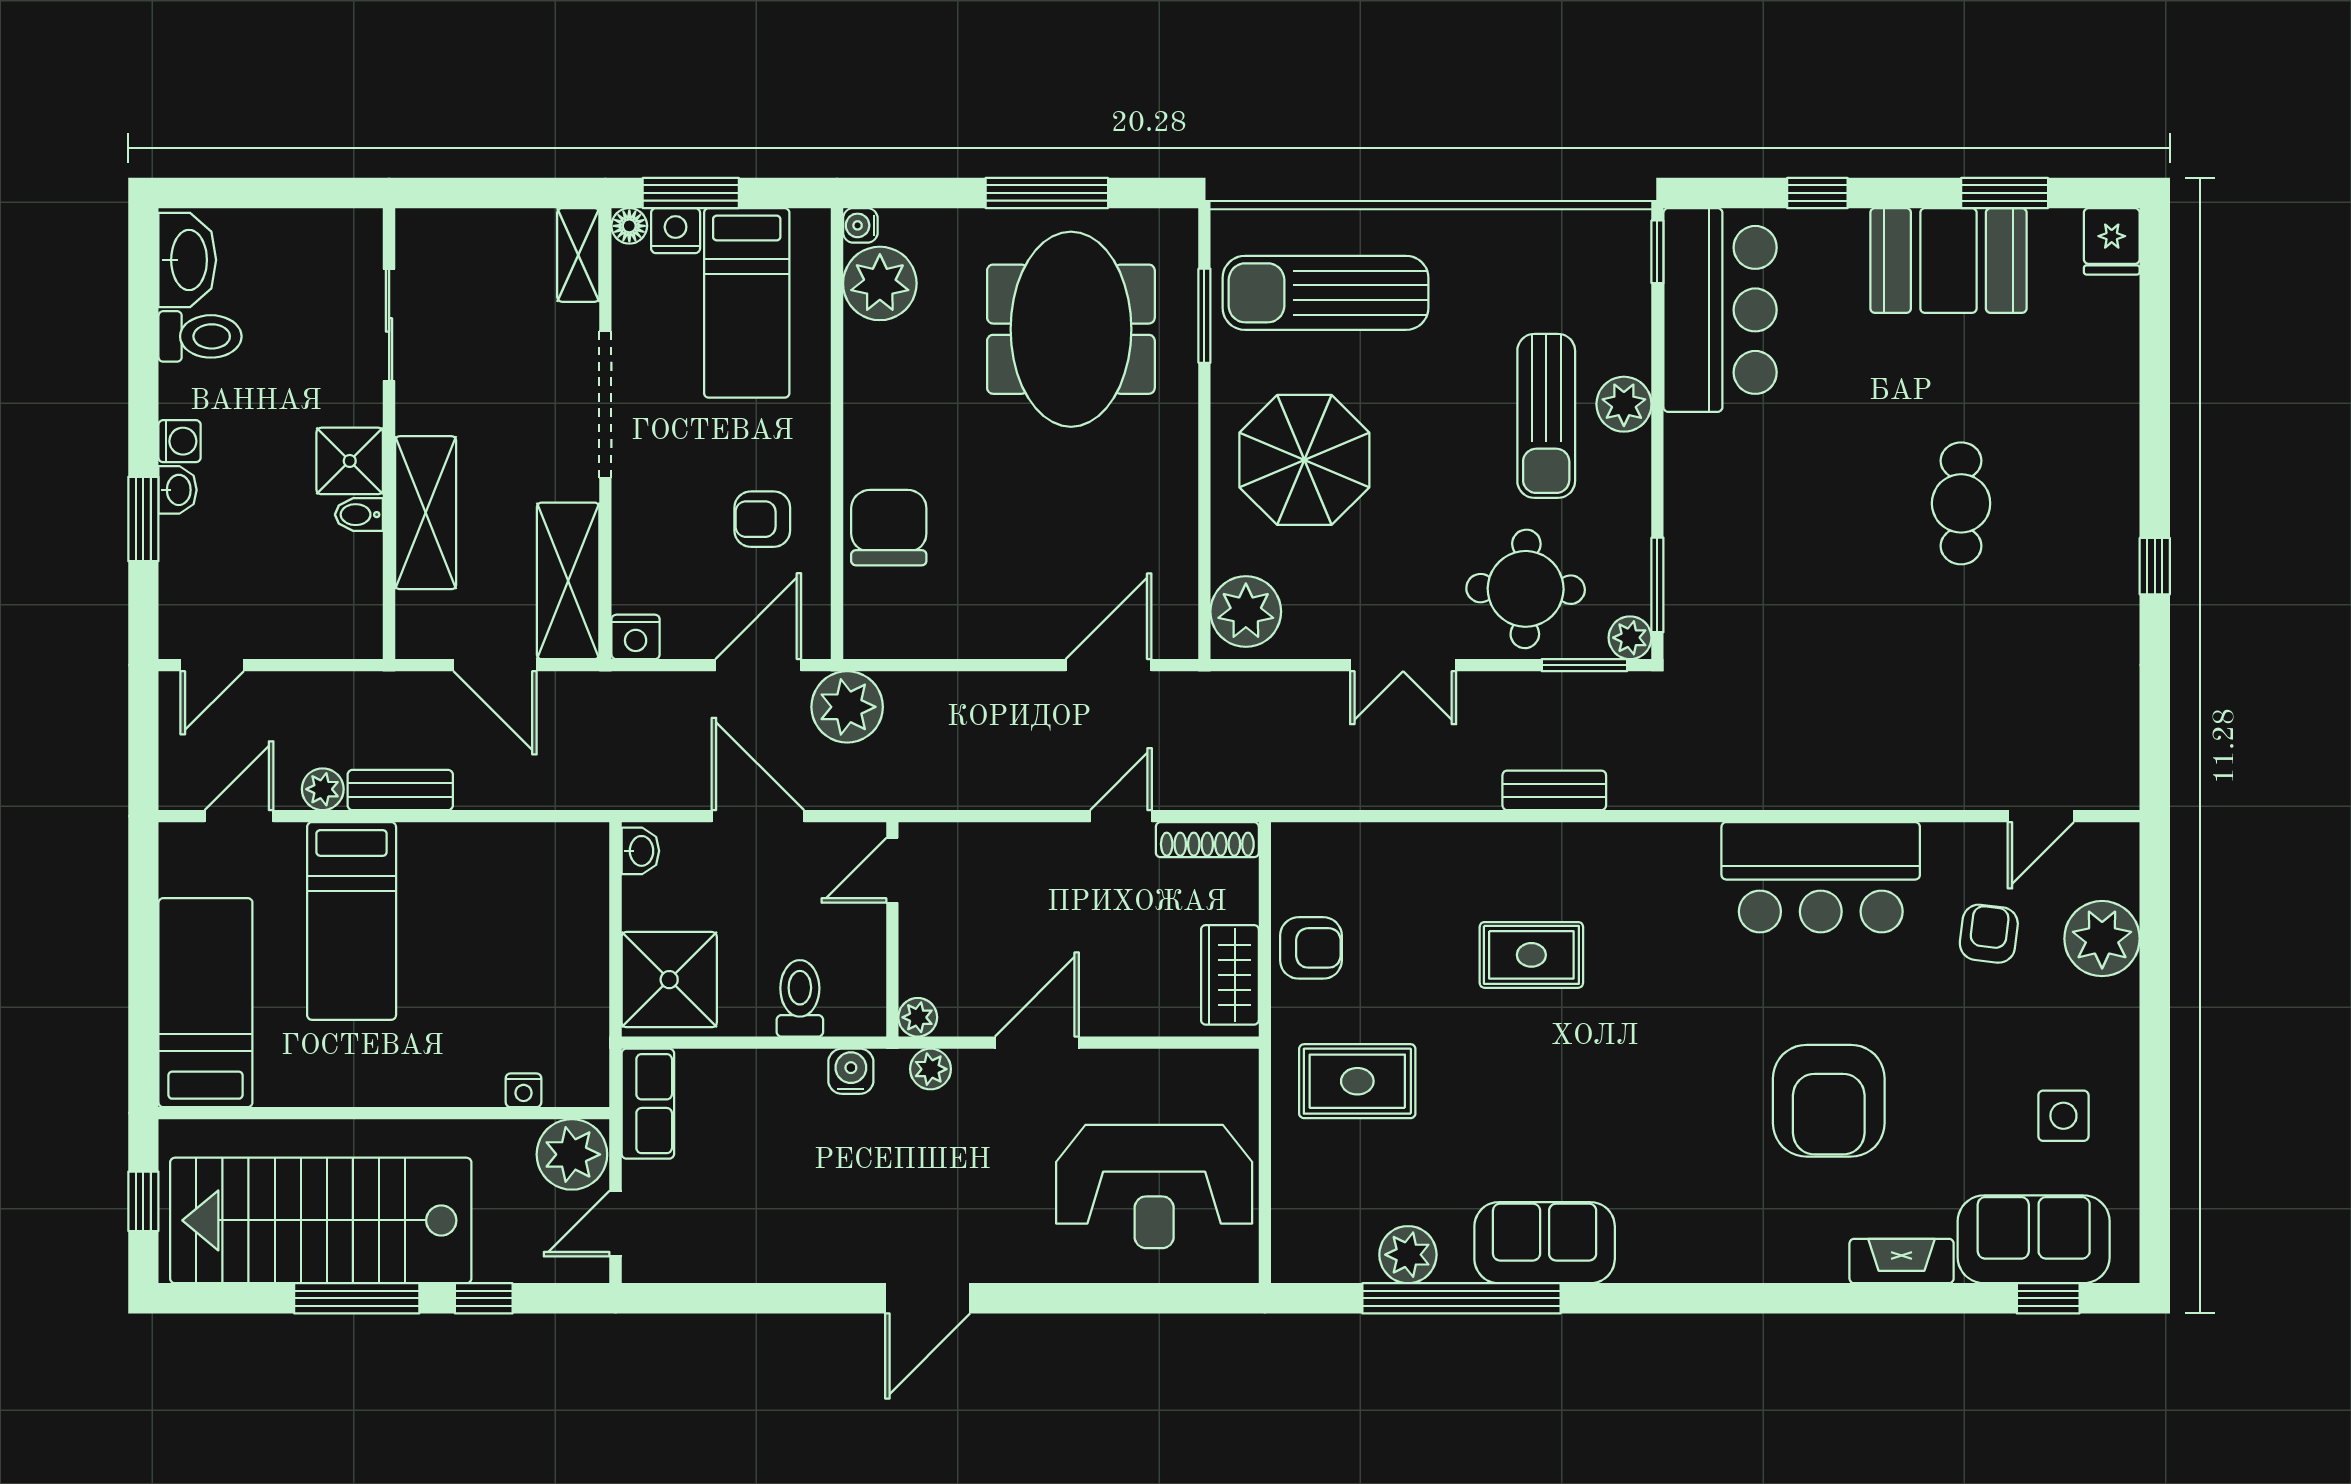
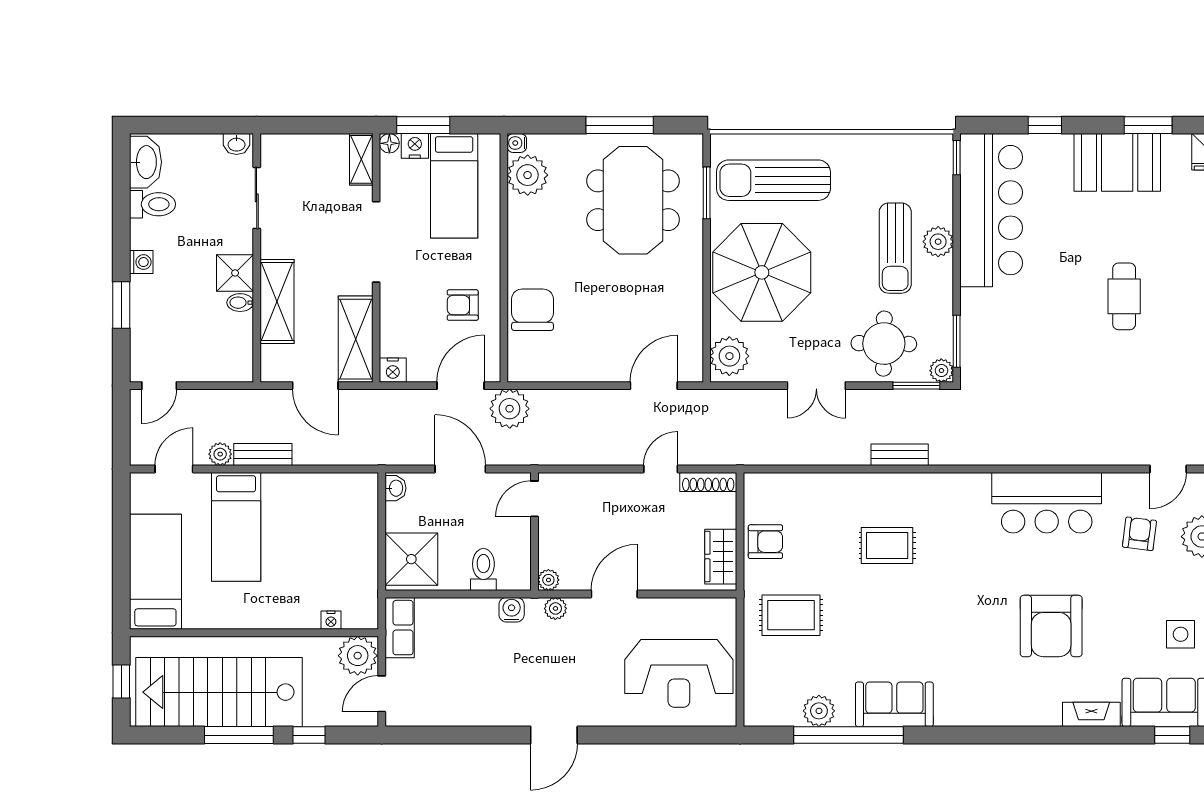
bar counter: (1720, 310) -> (991, 210), width x1.36
parasol: (1304, 460) -> (762, 272), width x1.36, depth x1.36
washbasin: (178, 490) -> (237, 144), moved, turned 90

